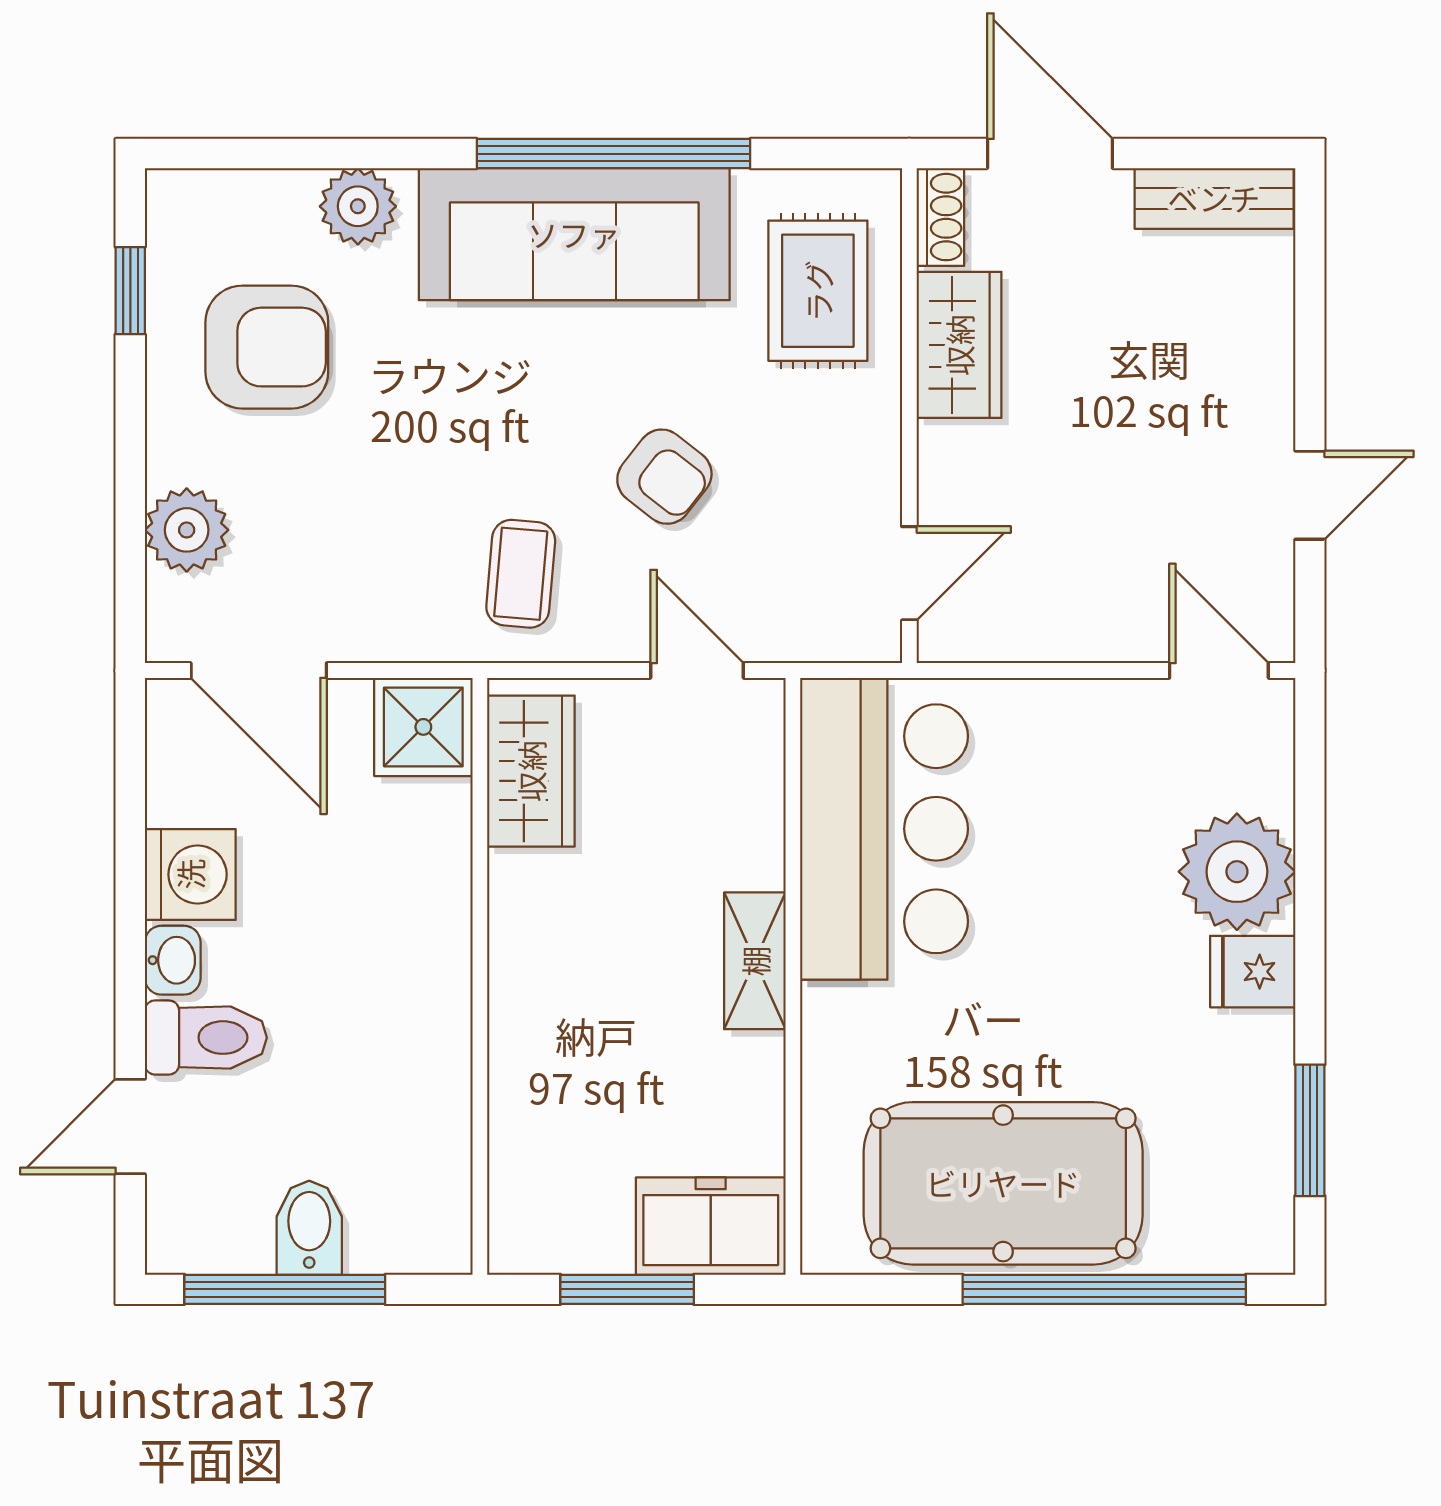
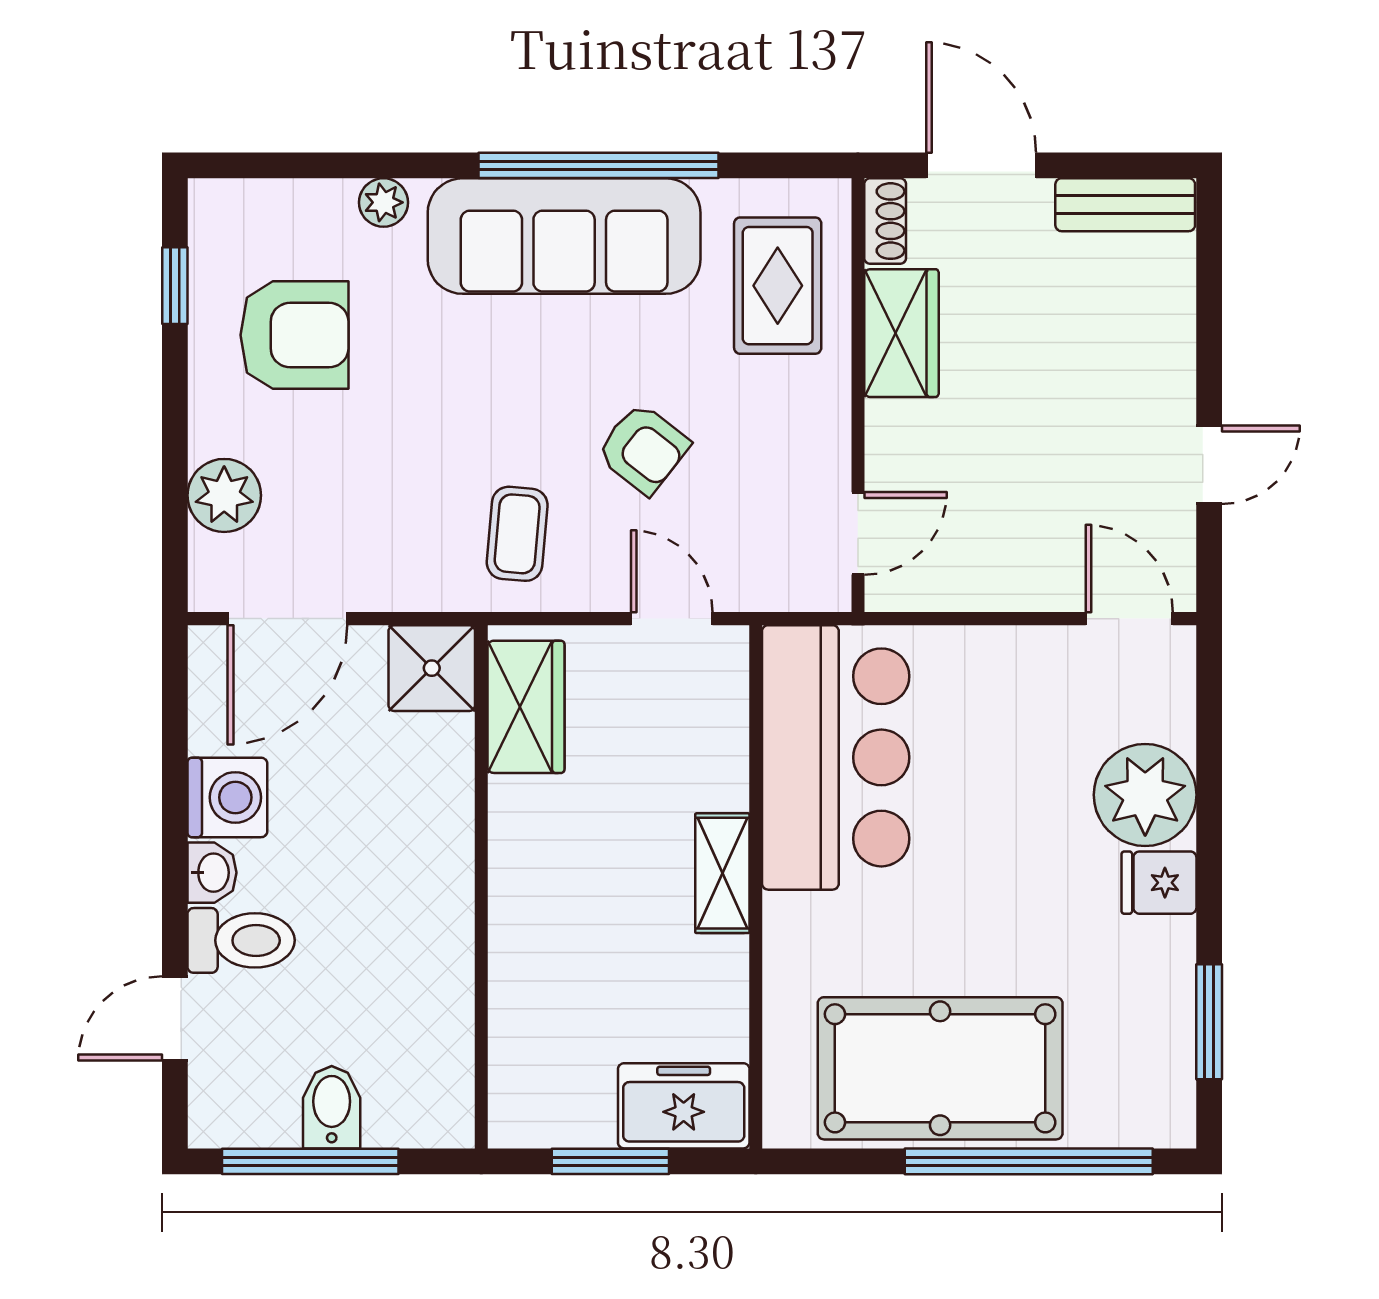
plant: (358, 206) -> (383, 202), width x0.73, depth x0.73
door: (259, 670) -> (287, 619), hinge flipped

